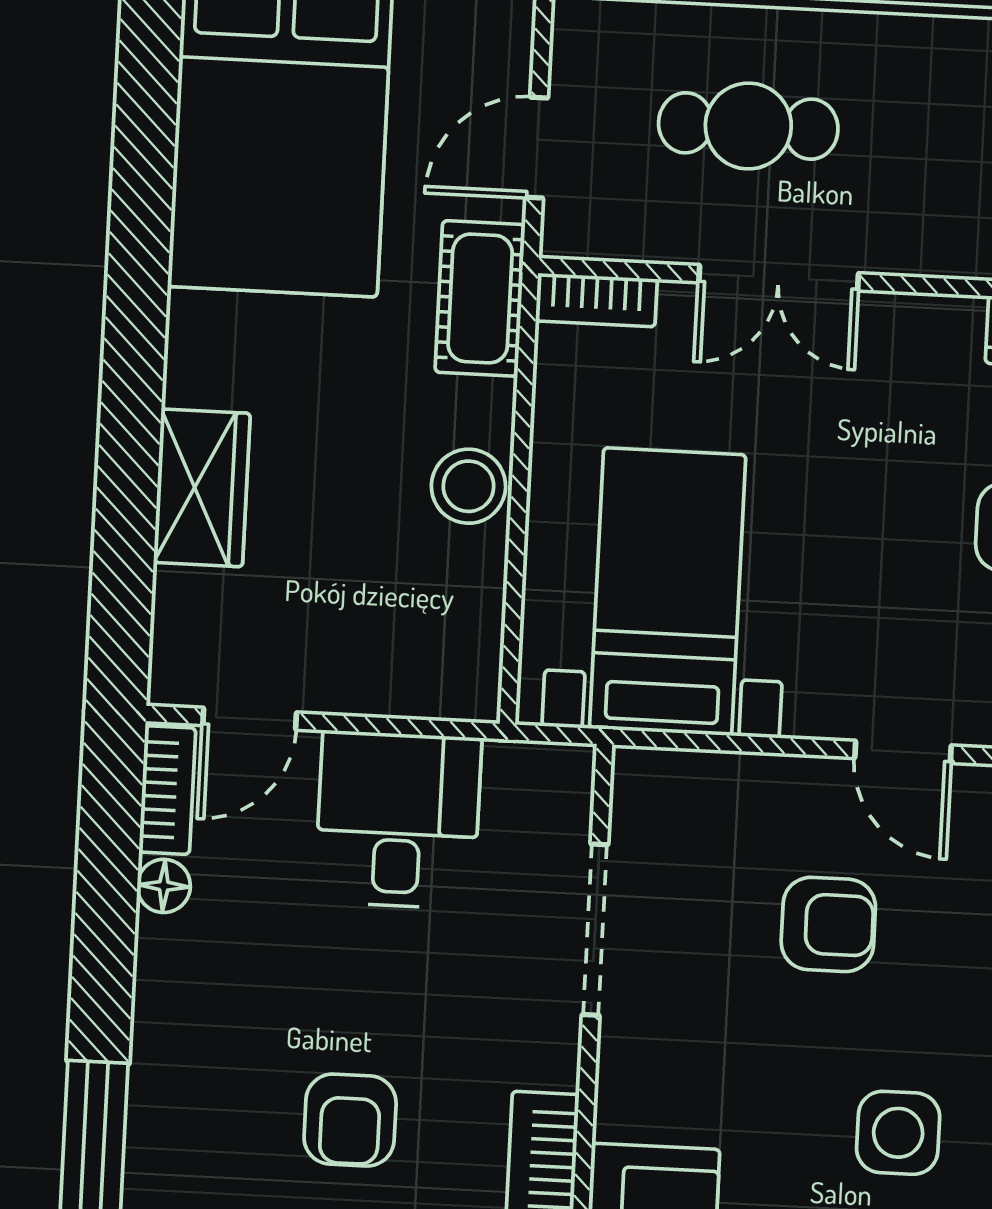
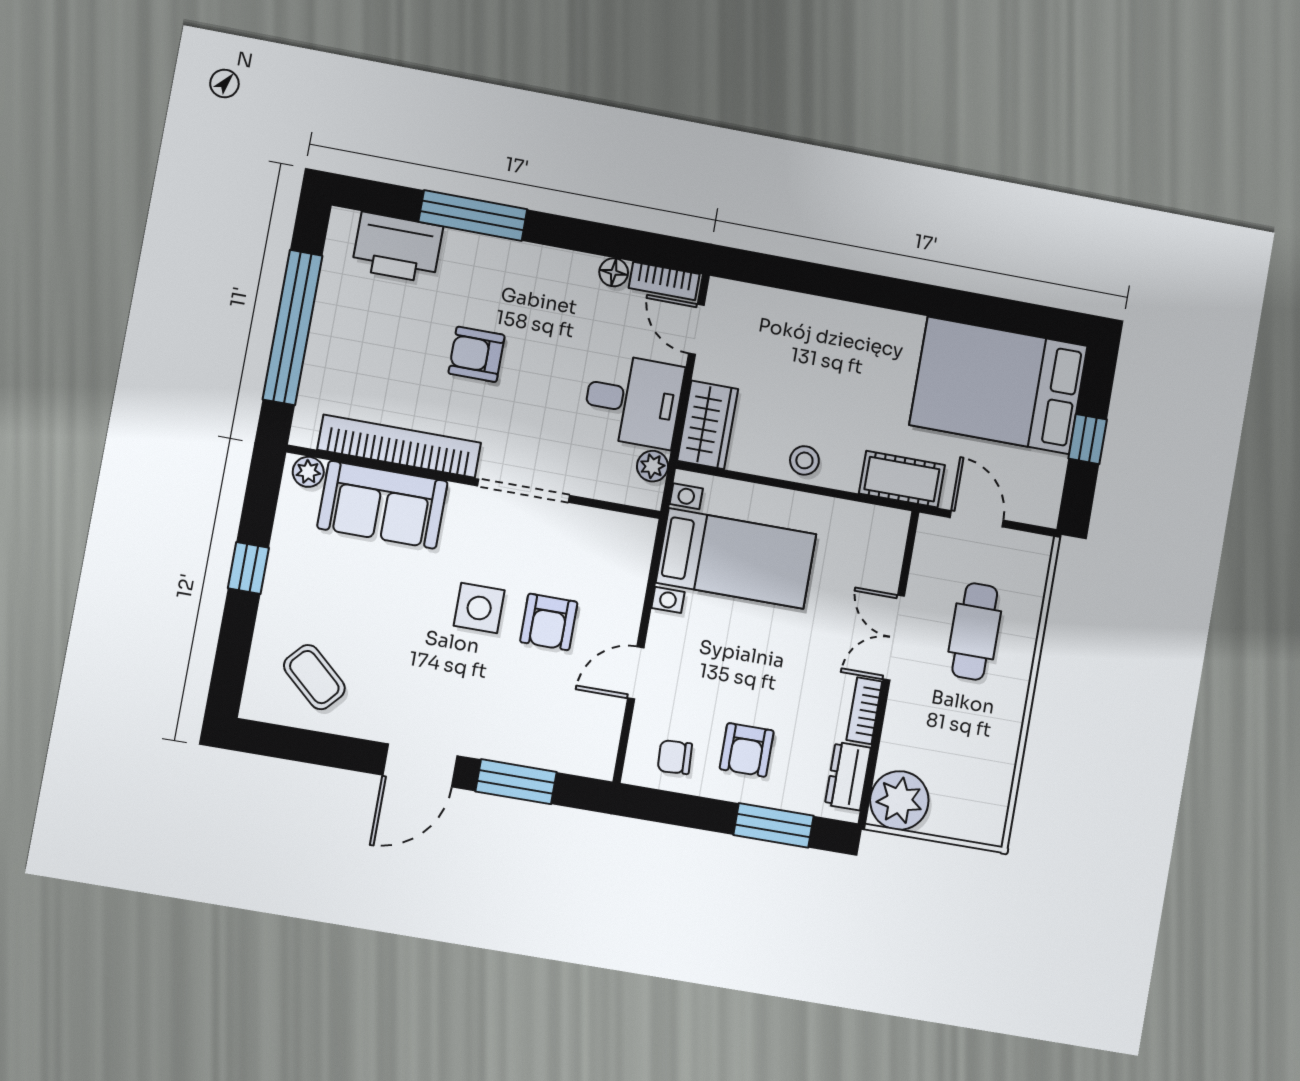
bookcase: (596, 300) -> (864, 711), moved
stool: (469, 486) -> (804, 460), width x0.73, depth x0.73
wardrobe: (202, 488) -> (708, 425), moved, turned -90
plant: (515, 769) -> (652, 466), added
doorway: (595, 930) -> (523, 491), moved
side table: (898, 1133) -> (479, 608), moved

